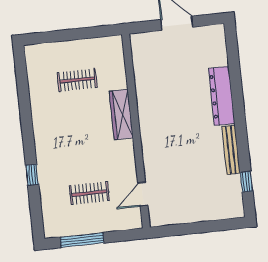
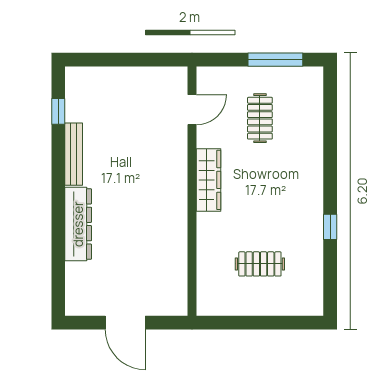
wardrobe: (121, 115) -> (209, 180), moved
window: (32, 175) -> (330, 227), moved
clothes rail: (89, 193) -> (260, 118), turned 90

